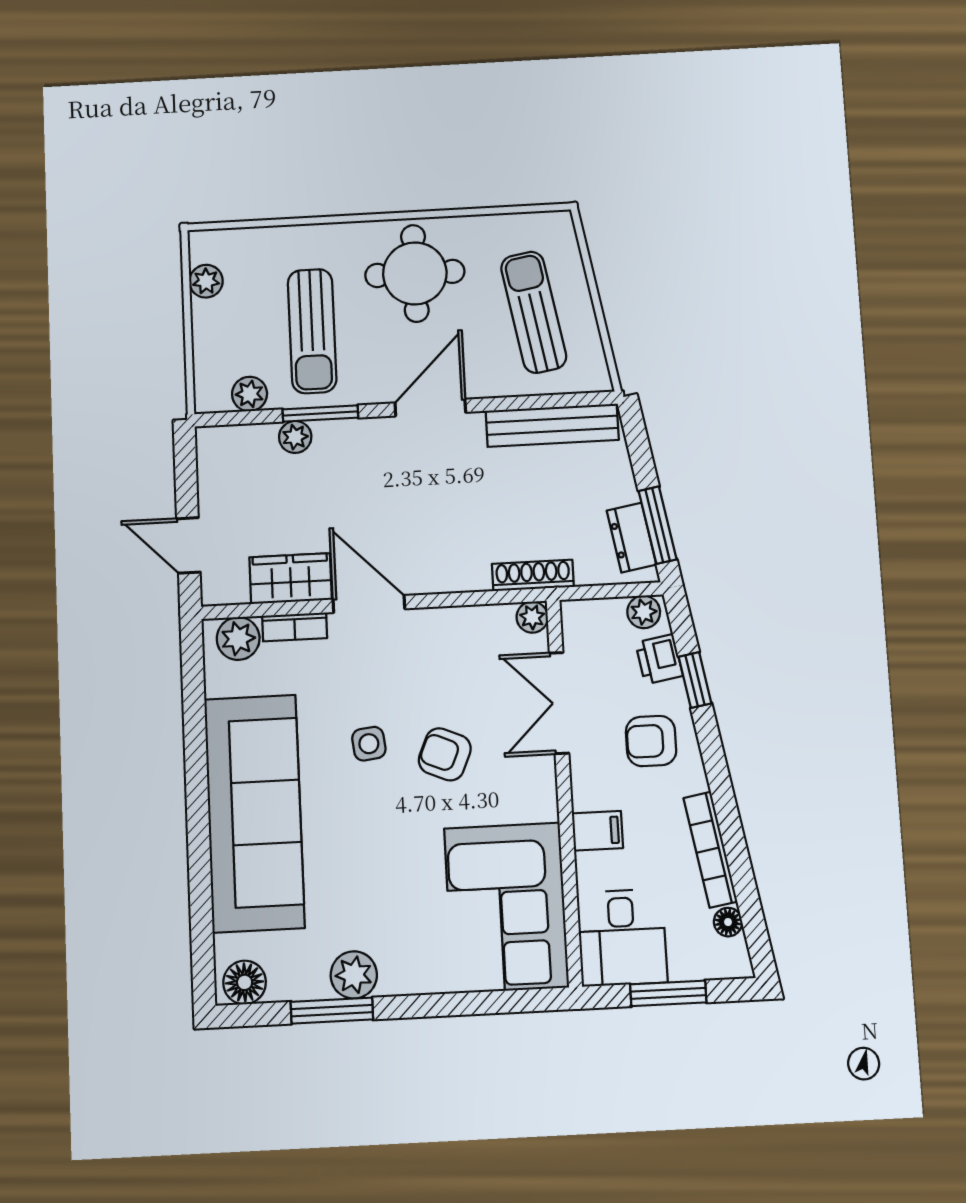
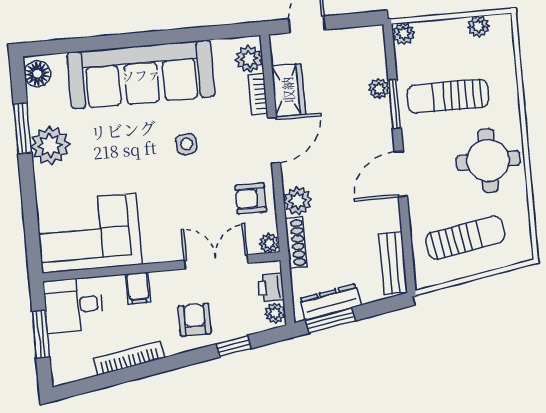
plant: (250, 394) -> (404, 34), moved
door: (430, 408) -> (401, 174), swing flipped
bench: (552, 425) -> (393, 263), width x0.73
dresser: (631, 538) -> (330, 302), width x1.44
plant: (466, 570) -> (298, 201), added
printer: (659, 659) -> (271, 288), moved, turned -80
armchair: (445, 754) -> (251, 198), moved, turned -113
floor lamp: (728, 922) -> (85, 370), removed
plant: (354, 975) -> (50, 145), width x1.36, depth x1.36

